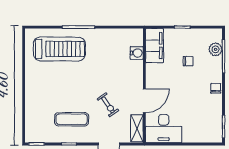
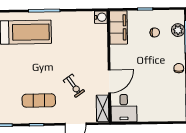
water cooler: (137, 53) -> (101, 17), moved
chair: (188, 61) -> (155, 32), moved
desk: (164, 129) -> (124, 108), width x0.73

